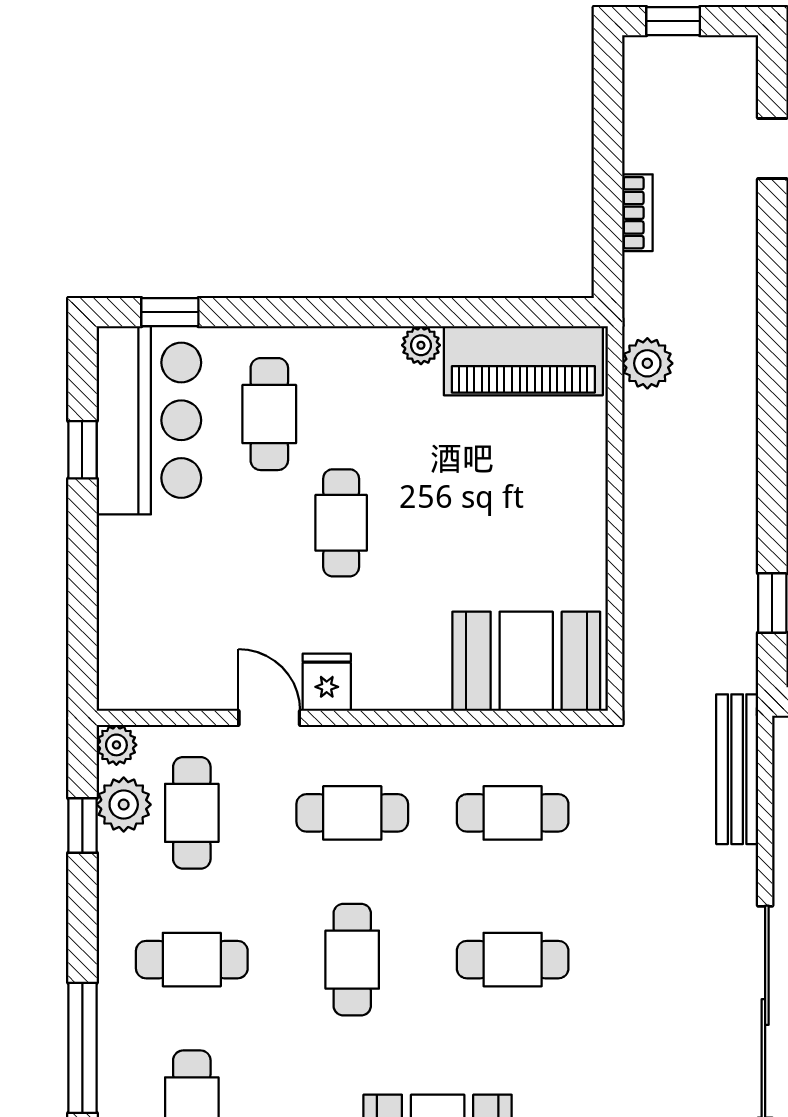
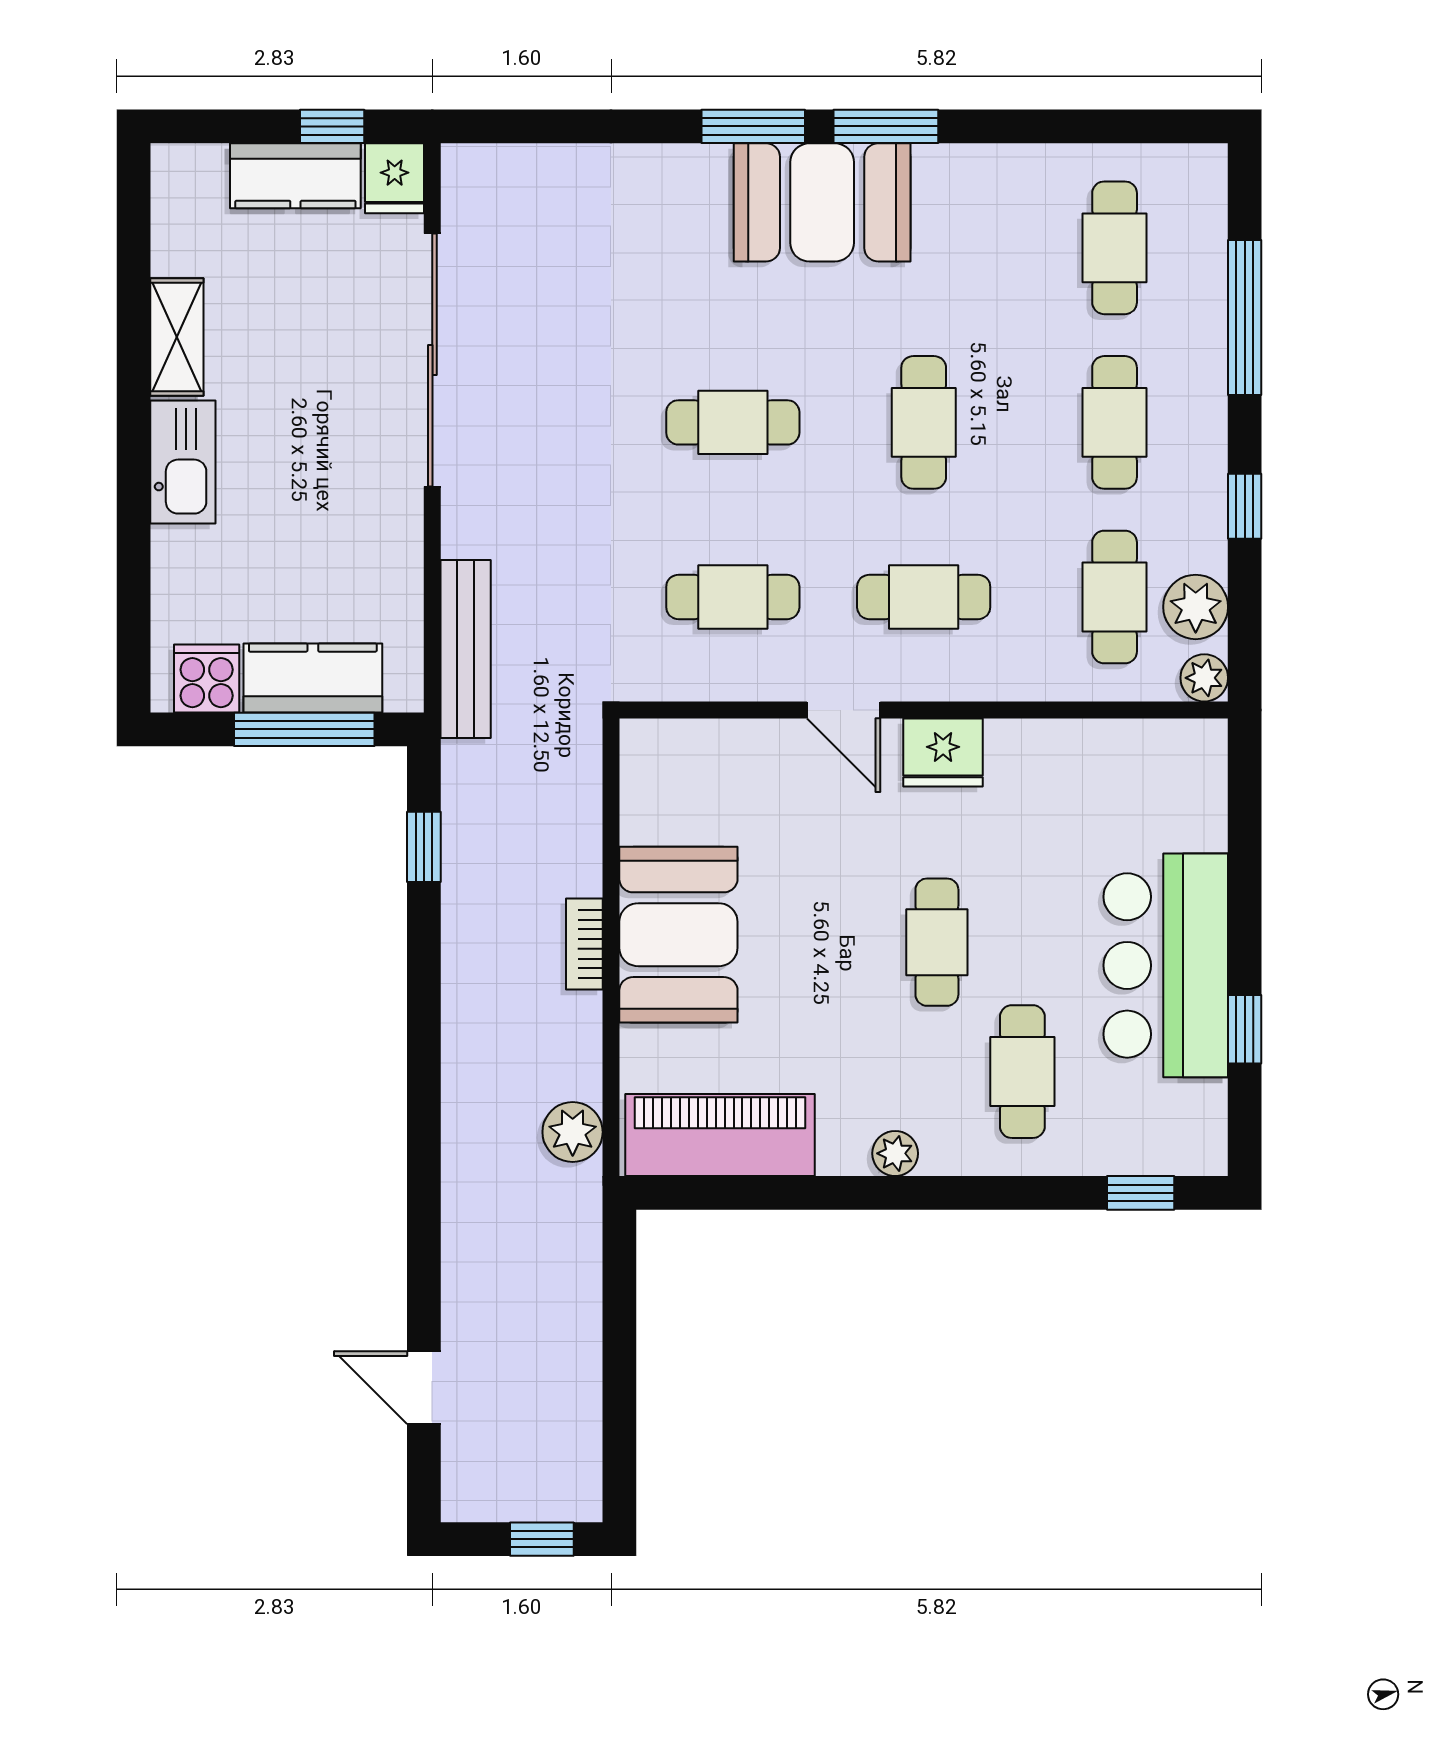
bookcase: (637, 213) -> (584, 944), moved
plant: (421, 345) -> (895, 1153), moved
bar counter: (149, 420) -> (1166, 965), moved
booth: (526, 661) -> (678, 935), moved, turned 90
fridge: (327, 682) -> (943, 752), width x1.38
door: (269, 718) -> (844, 710), moved
window: (82, 826) -> (1245, 506), moved
cafe table: (192, 960) -> (1115, 422), turned 90

